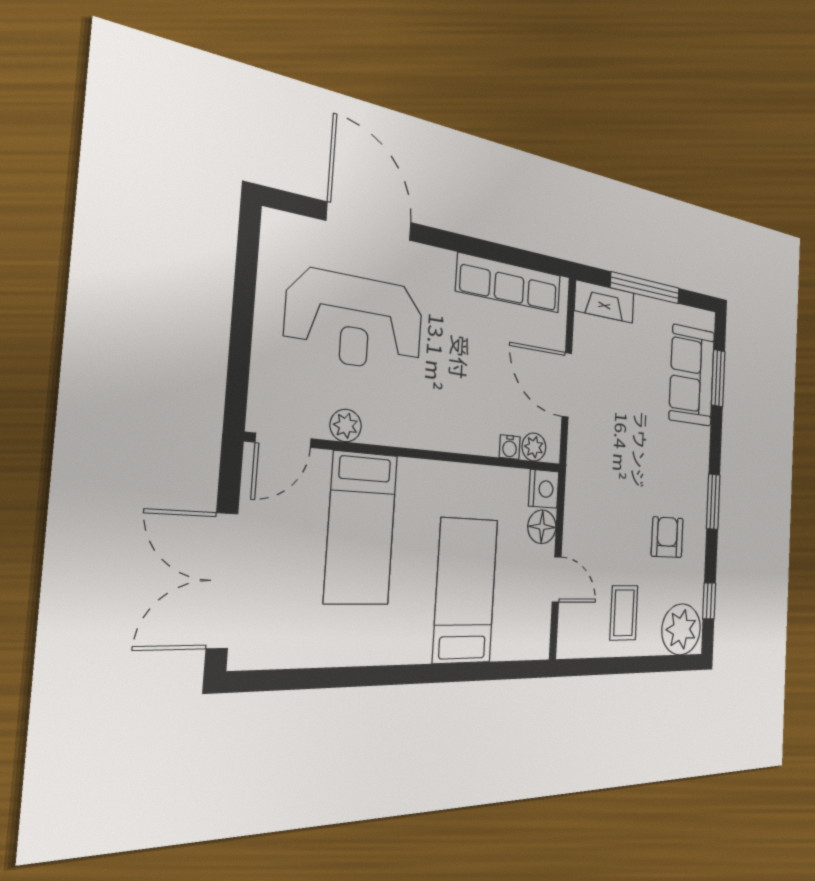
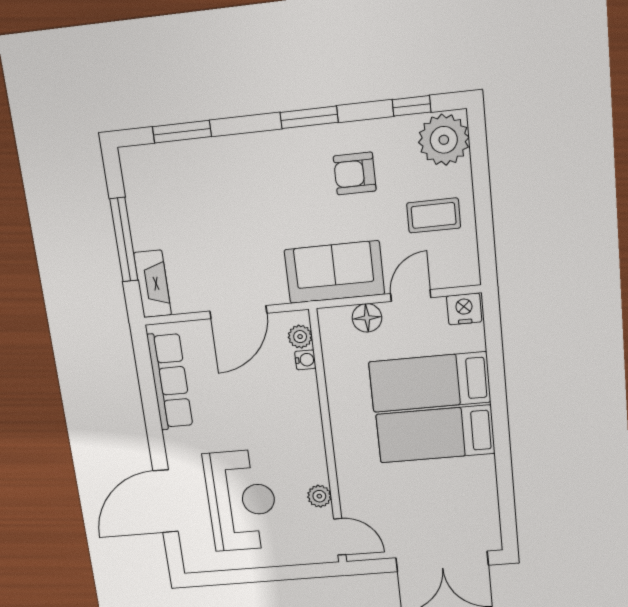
sofa: (692, 375) -> (334, 272), moved, turned 180
nightstand: (544, 489) -> (464, 309), moved
bed: (361, 528) -> (435, 434), moved, turned 180

